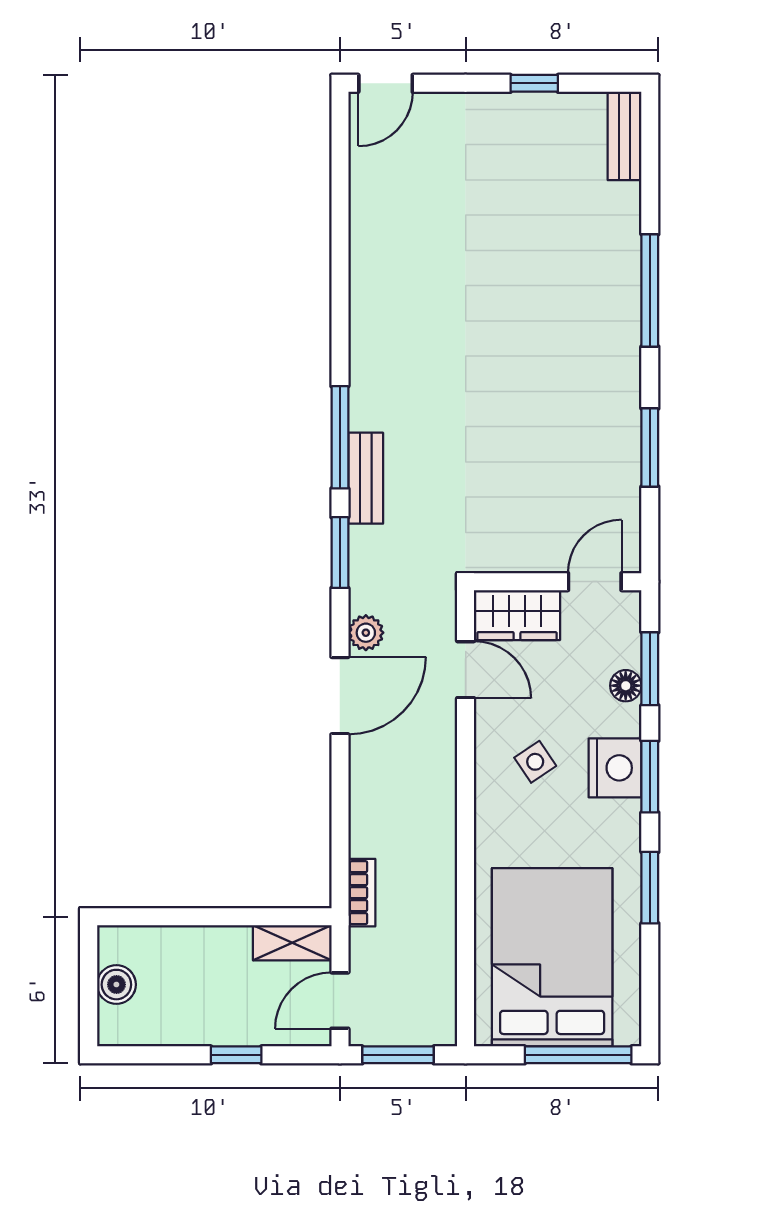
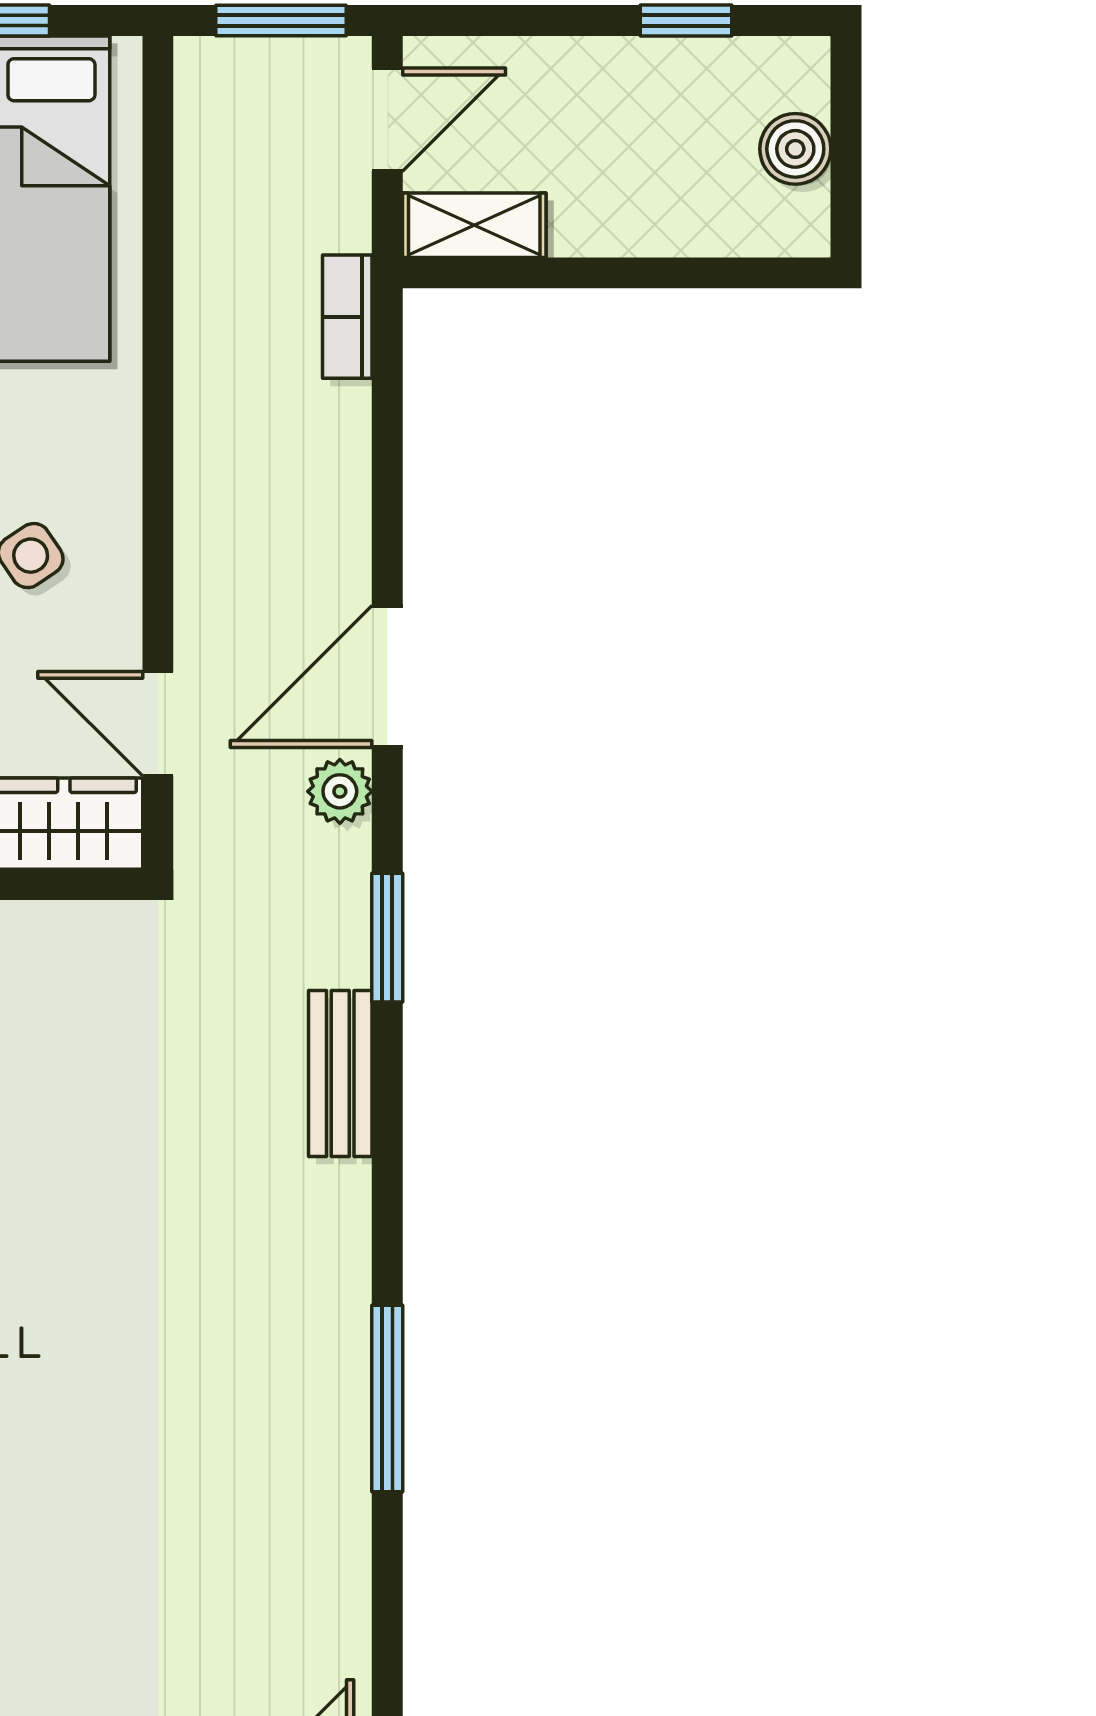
window: (340, 437) -> (387, 1399), moved
window: (236, 1055) -> (686, 20), moved

